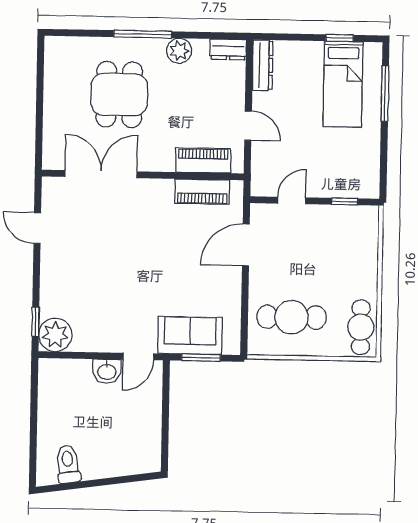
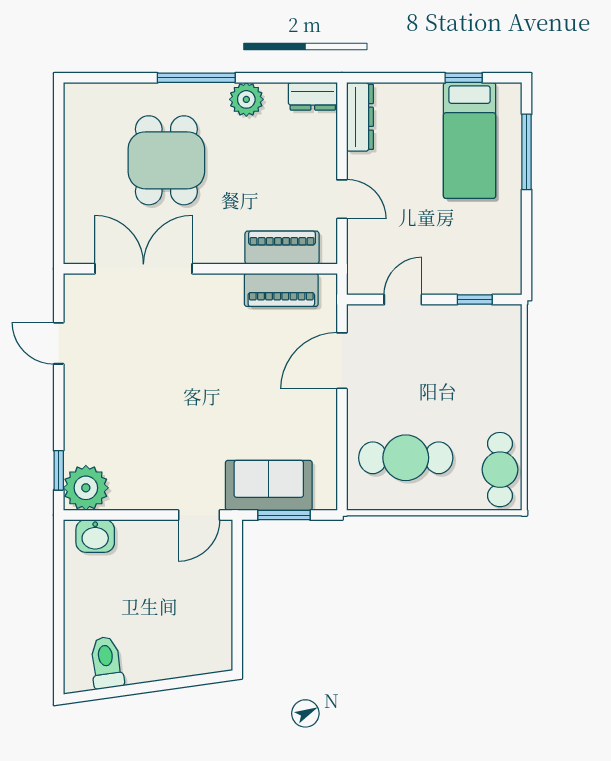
washbasin: (107, 371) -> (95, 536), moved

